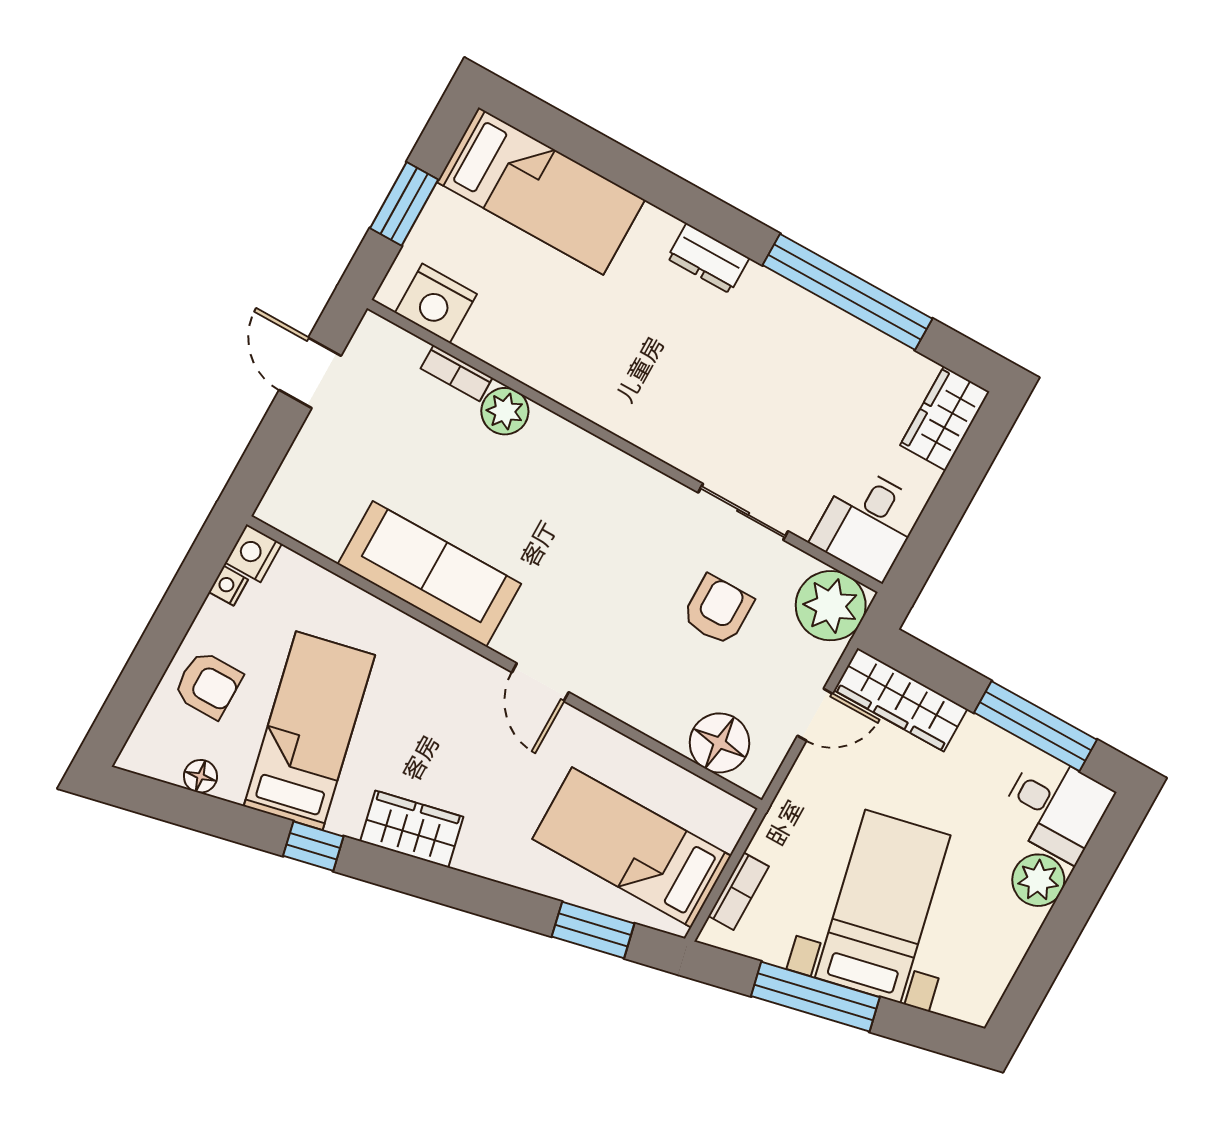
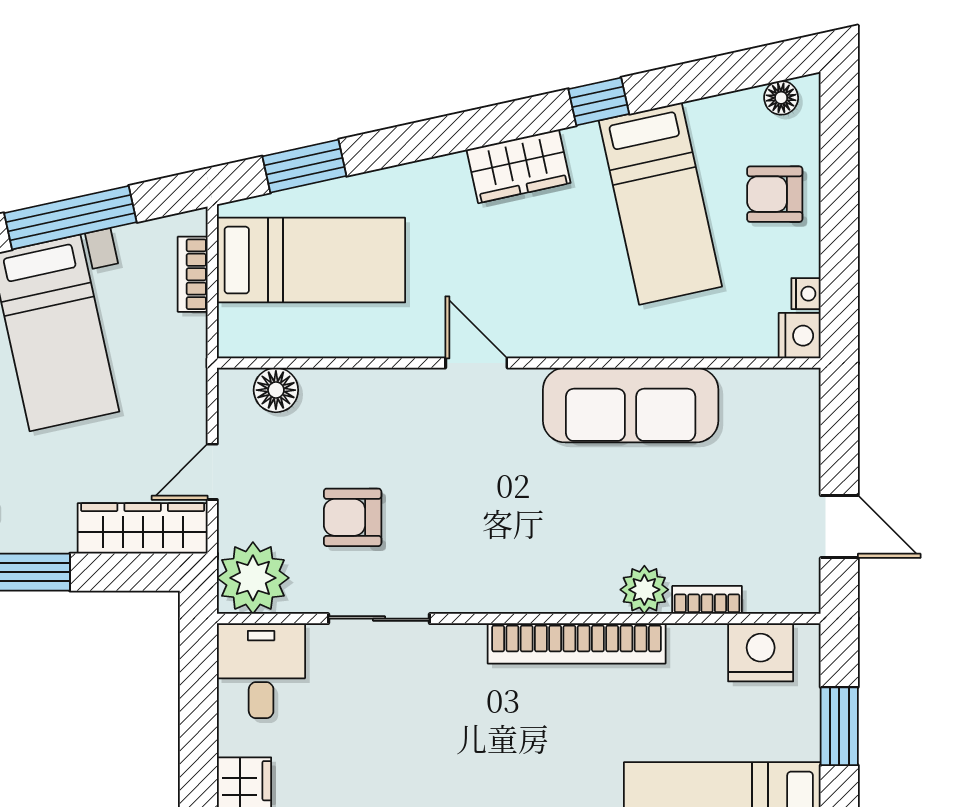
bookcase: (588, 398) -> (577, 643), added
armchair: (718, 610) -> (353, 517), turned 90
floor lamp: (720, 743) -> (276, 390), width x0.73, depth x0.73
floor lamp: (200, 776) -> (781, 98), moved

